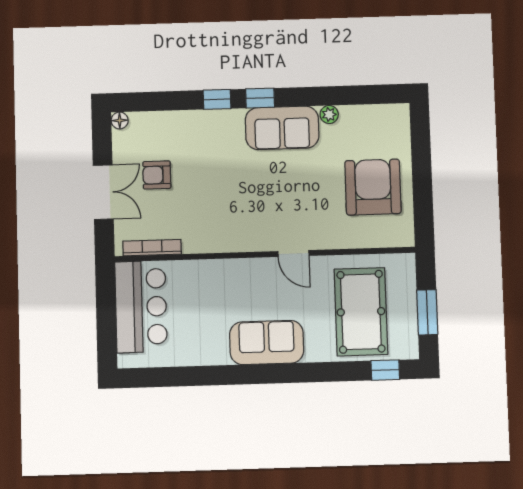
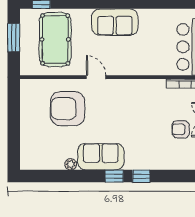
armchair: (157, 175) -> (181, 129), turned 180
armchair: (373, 187) -> (68, 109), moved, turned 90

